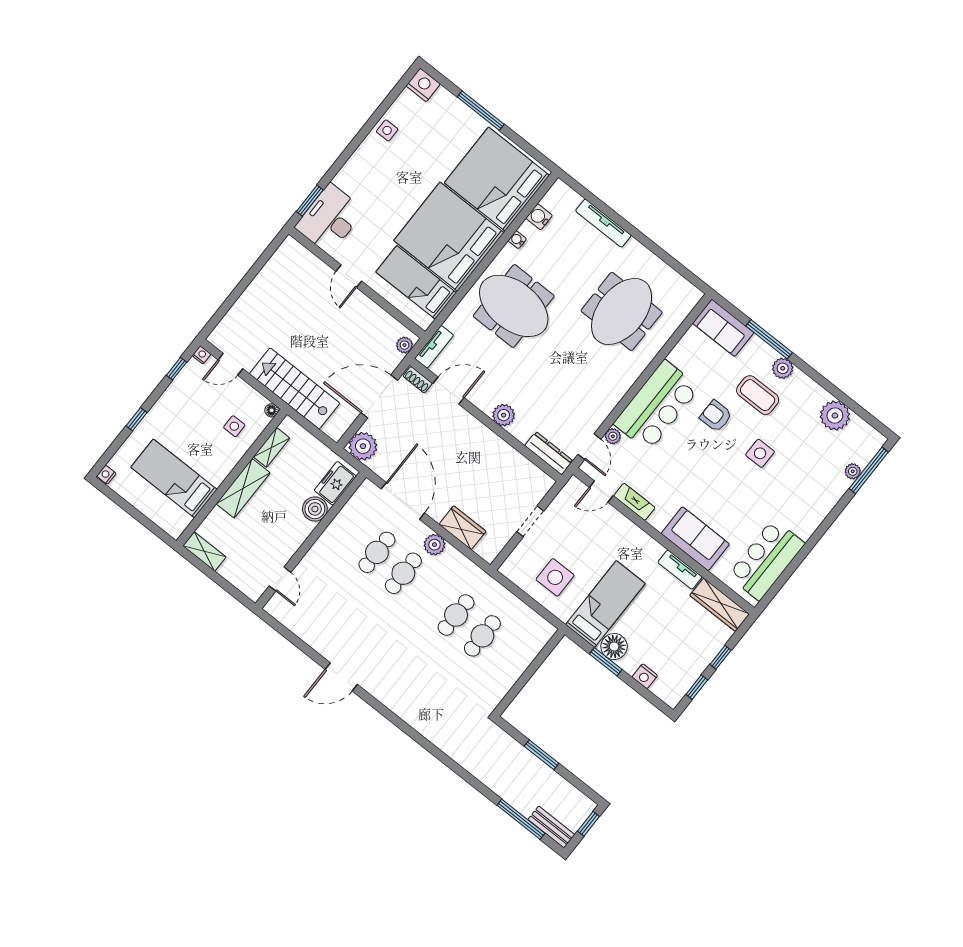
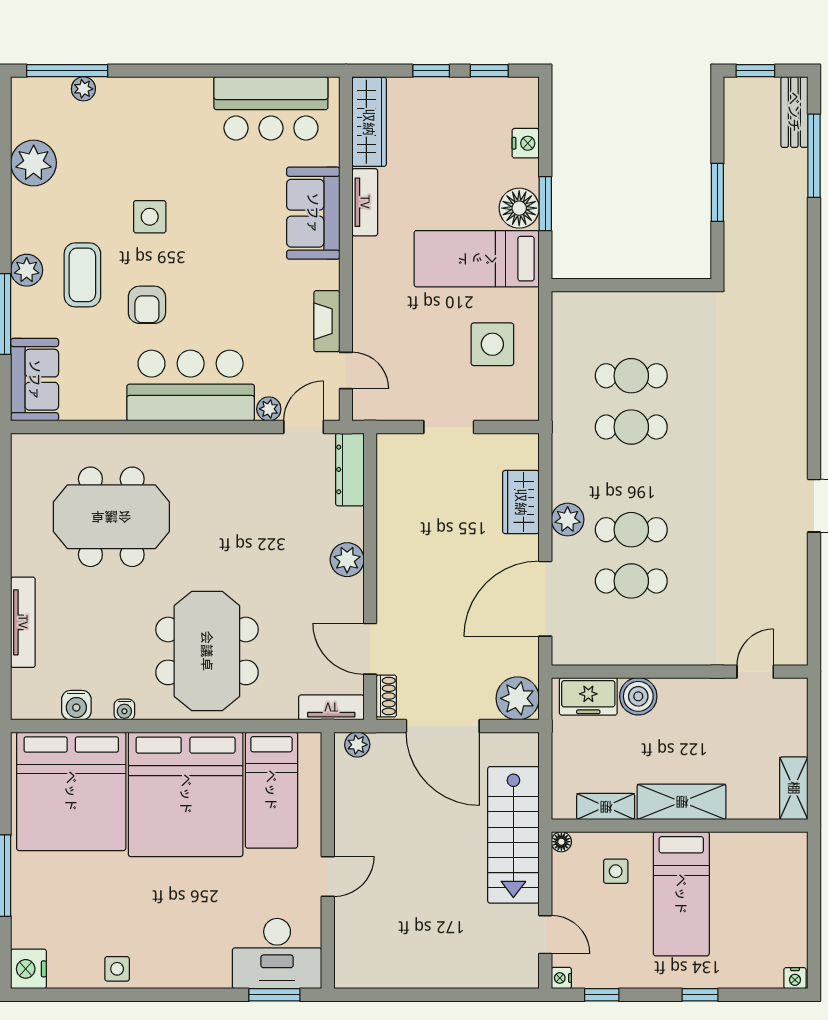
bed: (174, 478) -> (681, 894), moved

